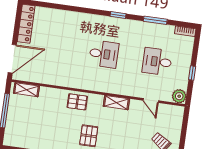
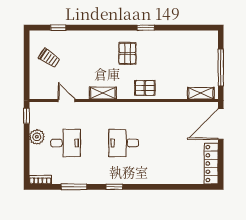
window: (192, 73) -> (27, 116), moved
plant: (179, 96) -> (37, 137), moved

